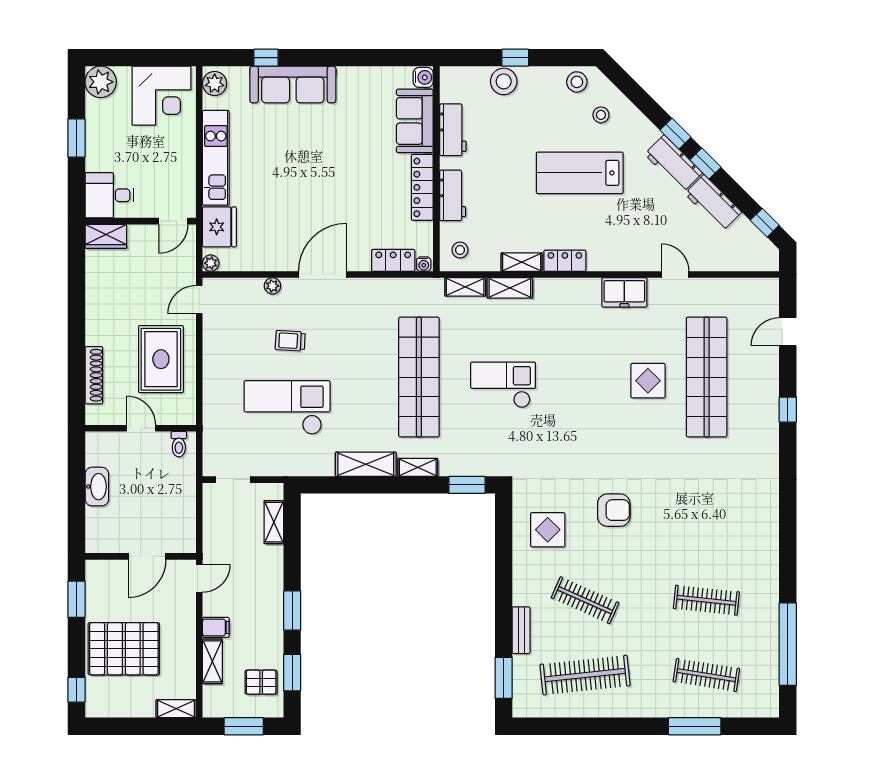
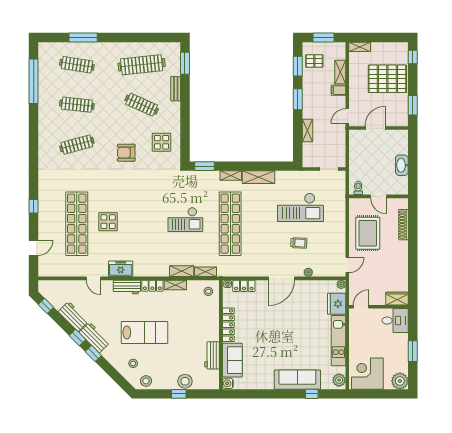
workbench: (453, 195) -> (127, 287), moved, turned -90
shelving: (274, 522) -> (307, 131), moved
clothes rail: (706, 525) -> (77, 145), added

